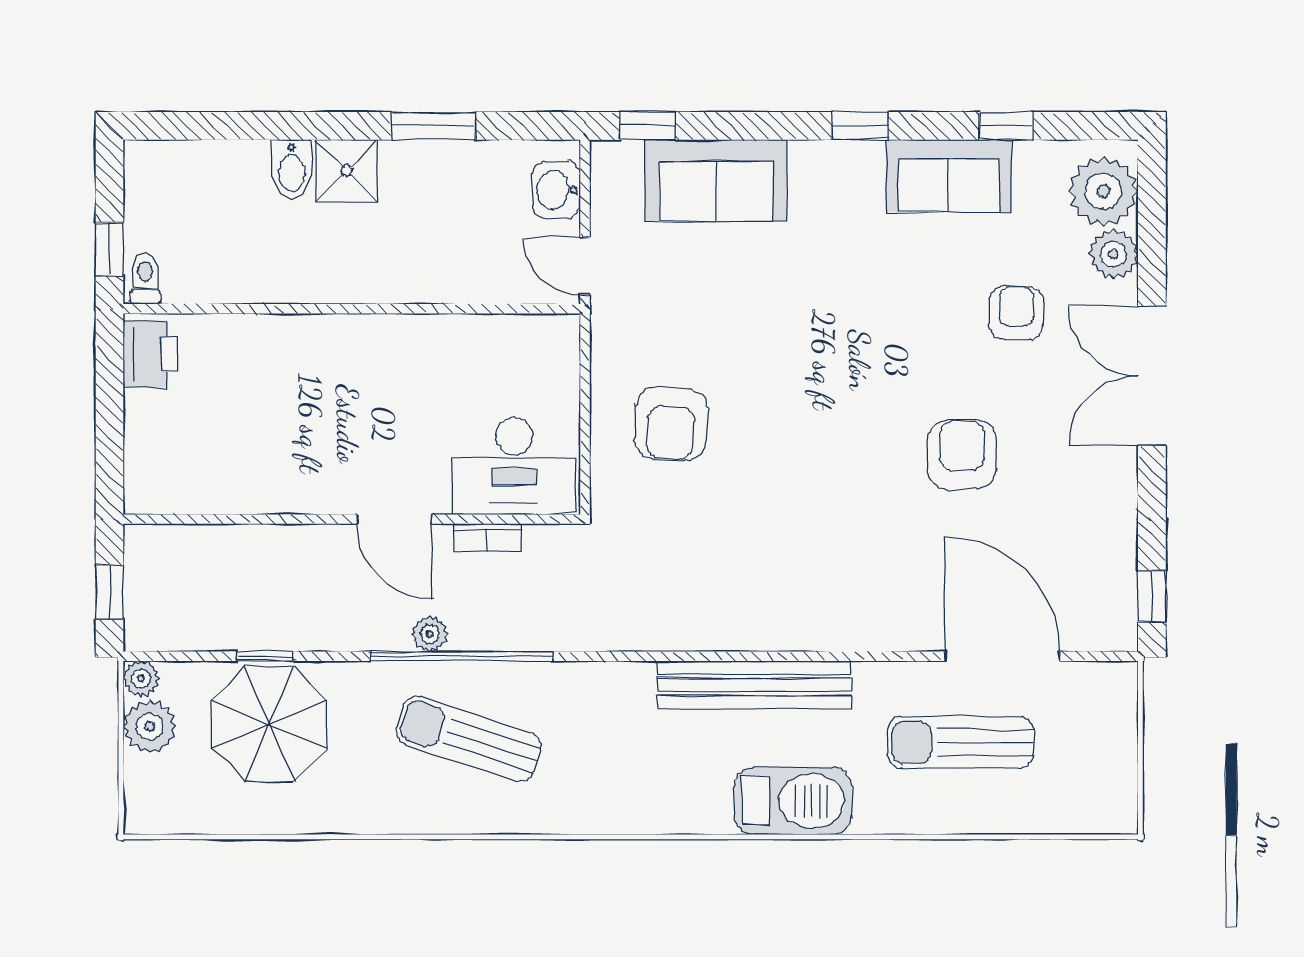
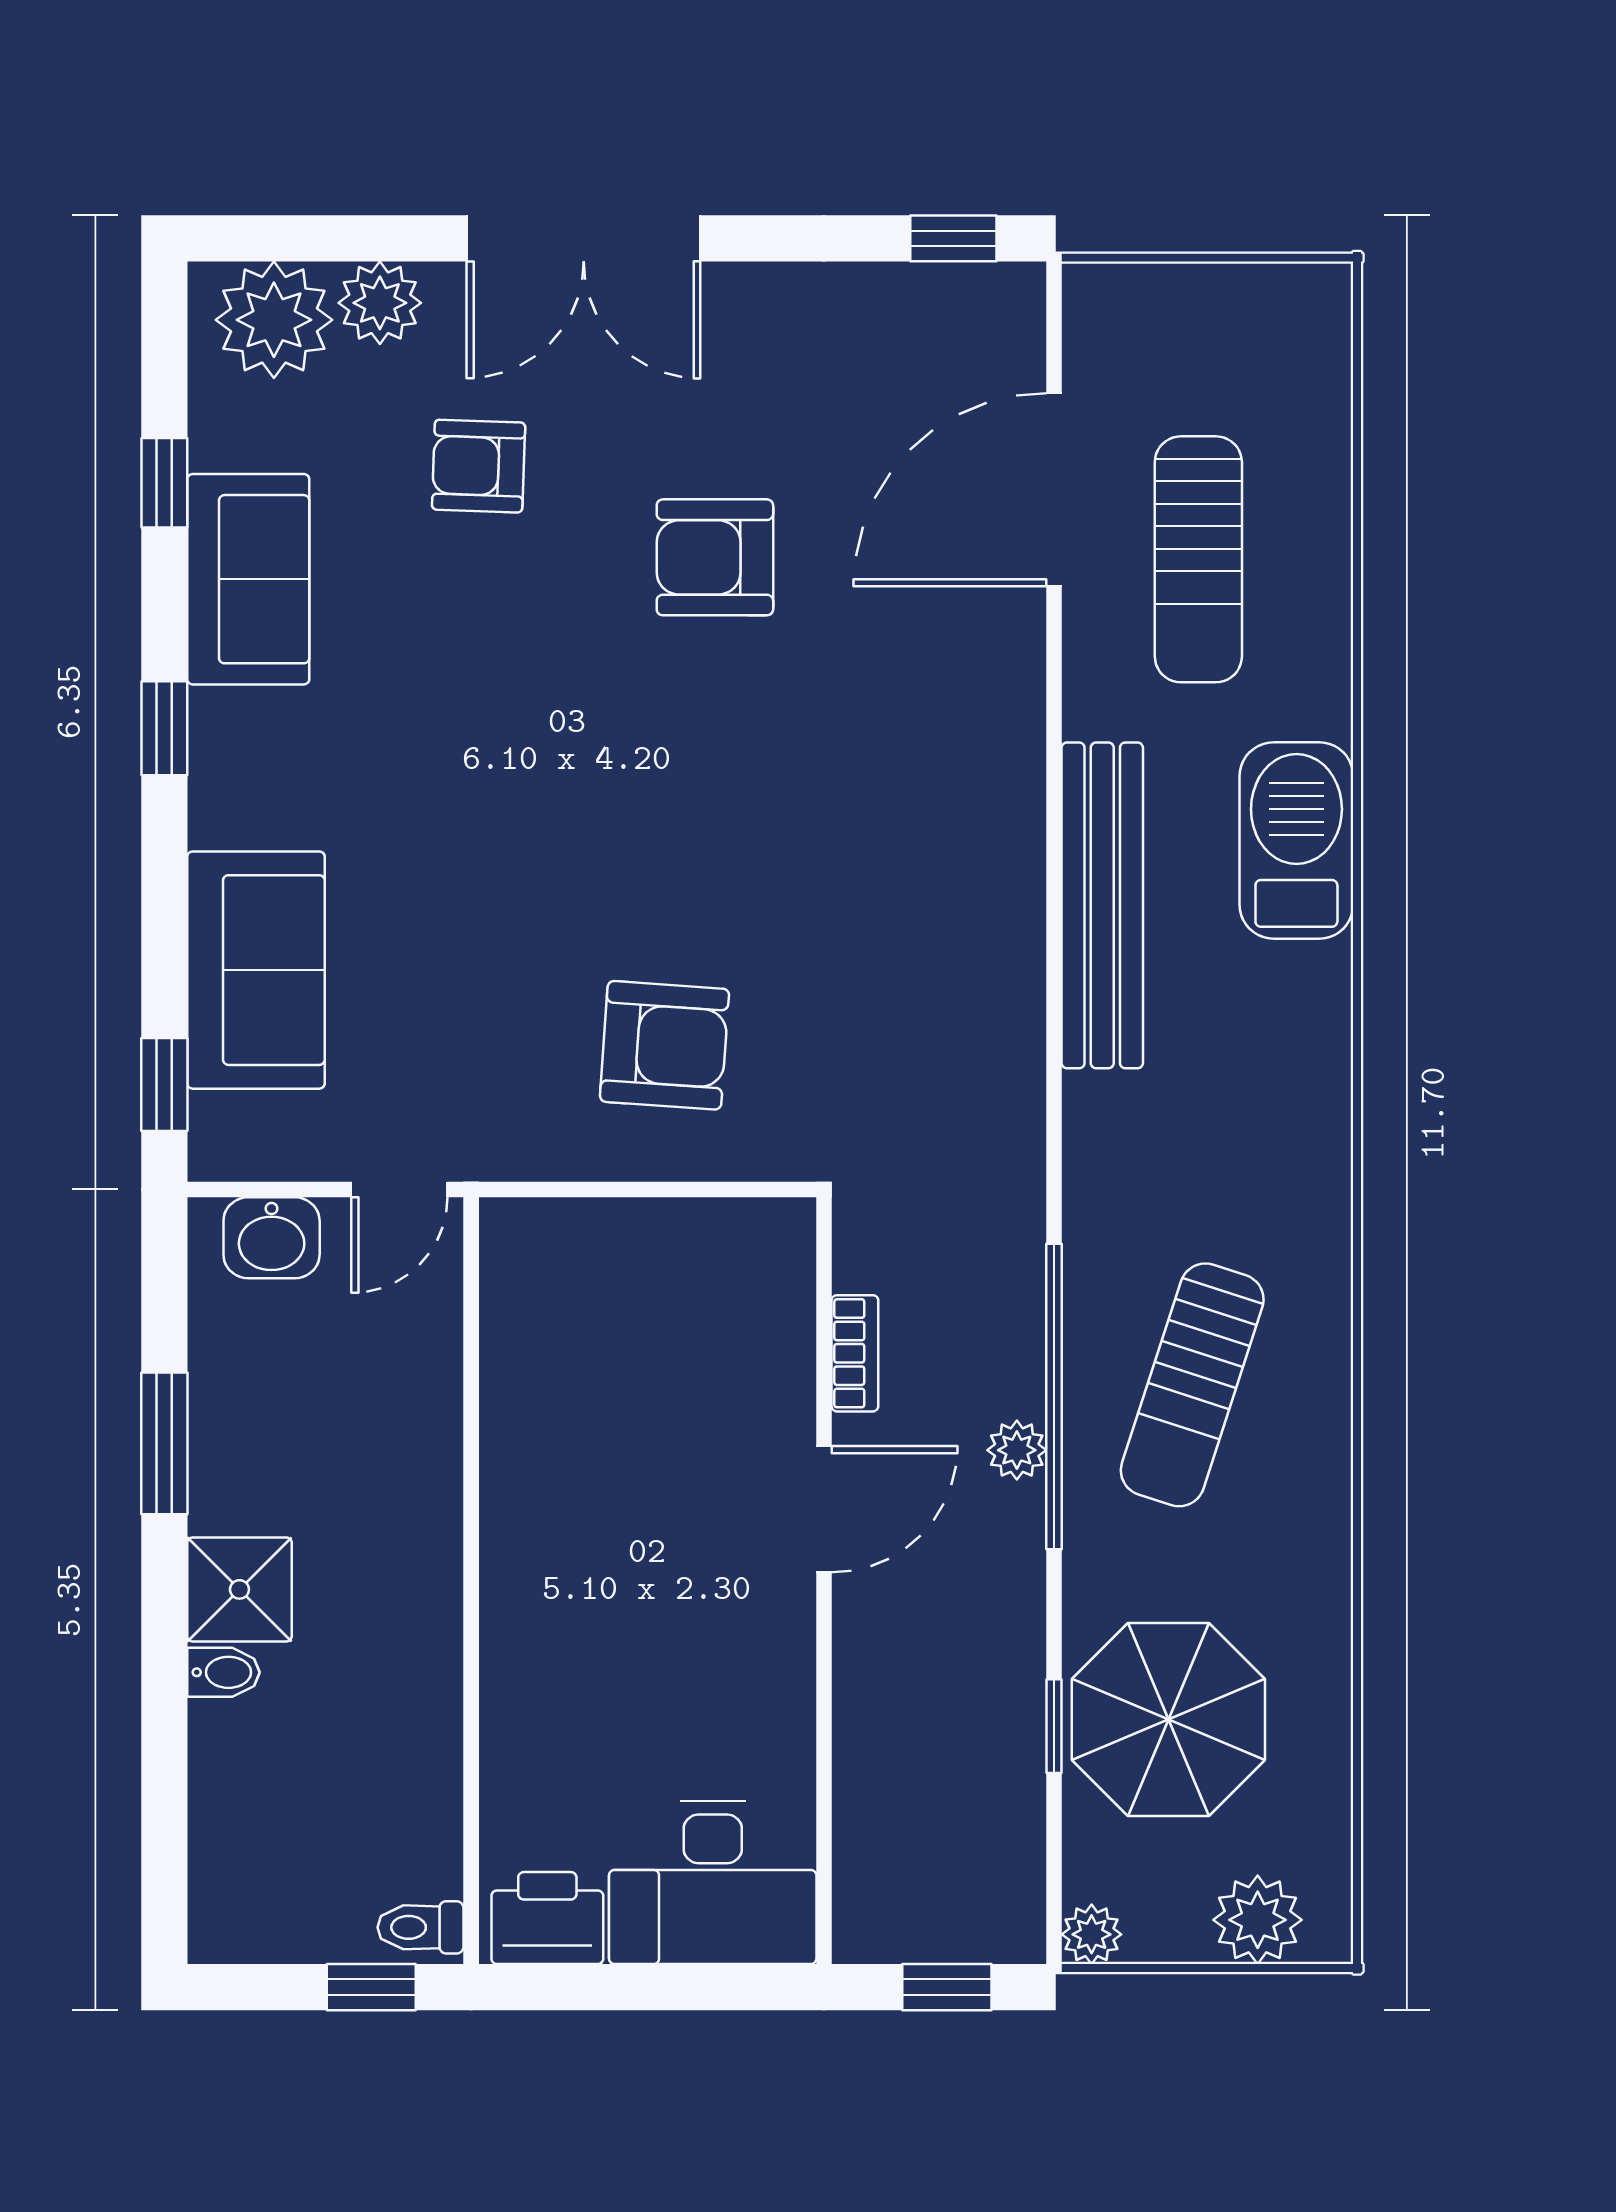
bidet: (292, 169) -> (223, 1672), width x0.72, depth x0.74
desk: (514, 466) -> (713, 1883), moved, turned 90
plant: (150, 726) -> (1258, 1920), moved

